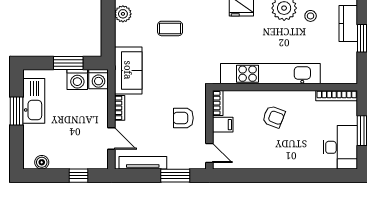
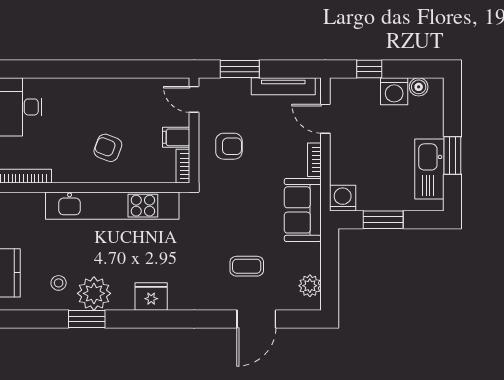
washing machine: (77, 80) -> (394, 91), moved, turned 180

